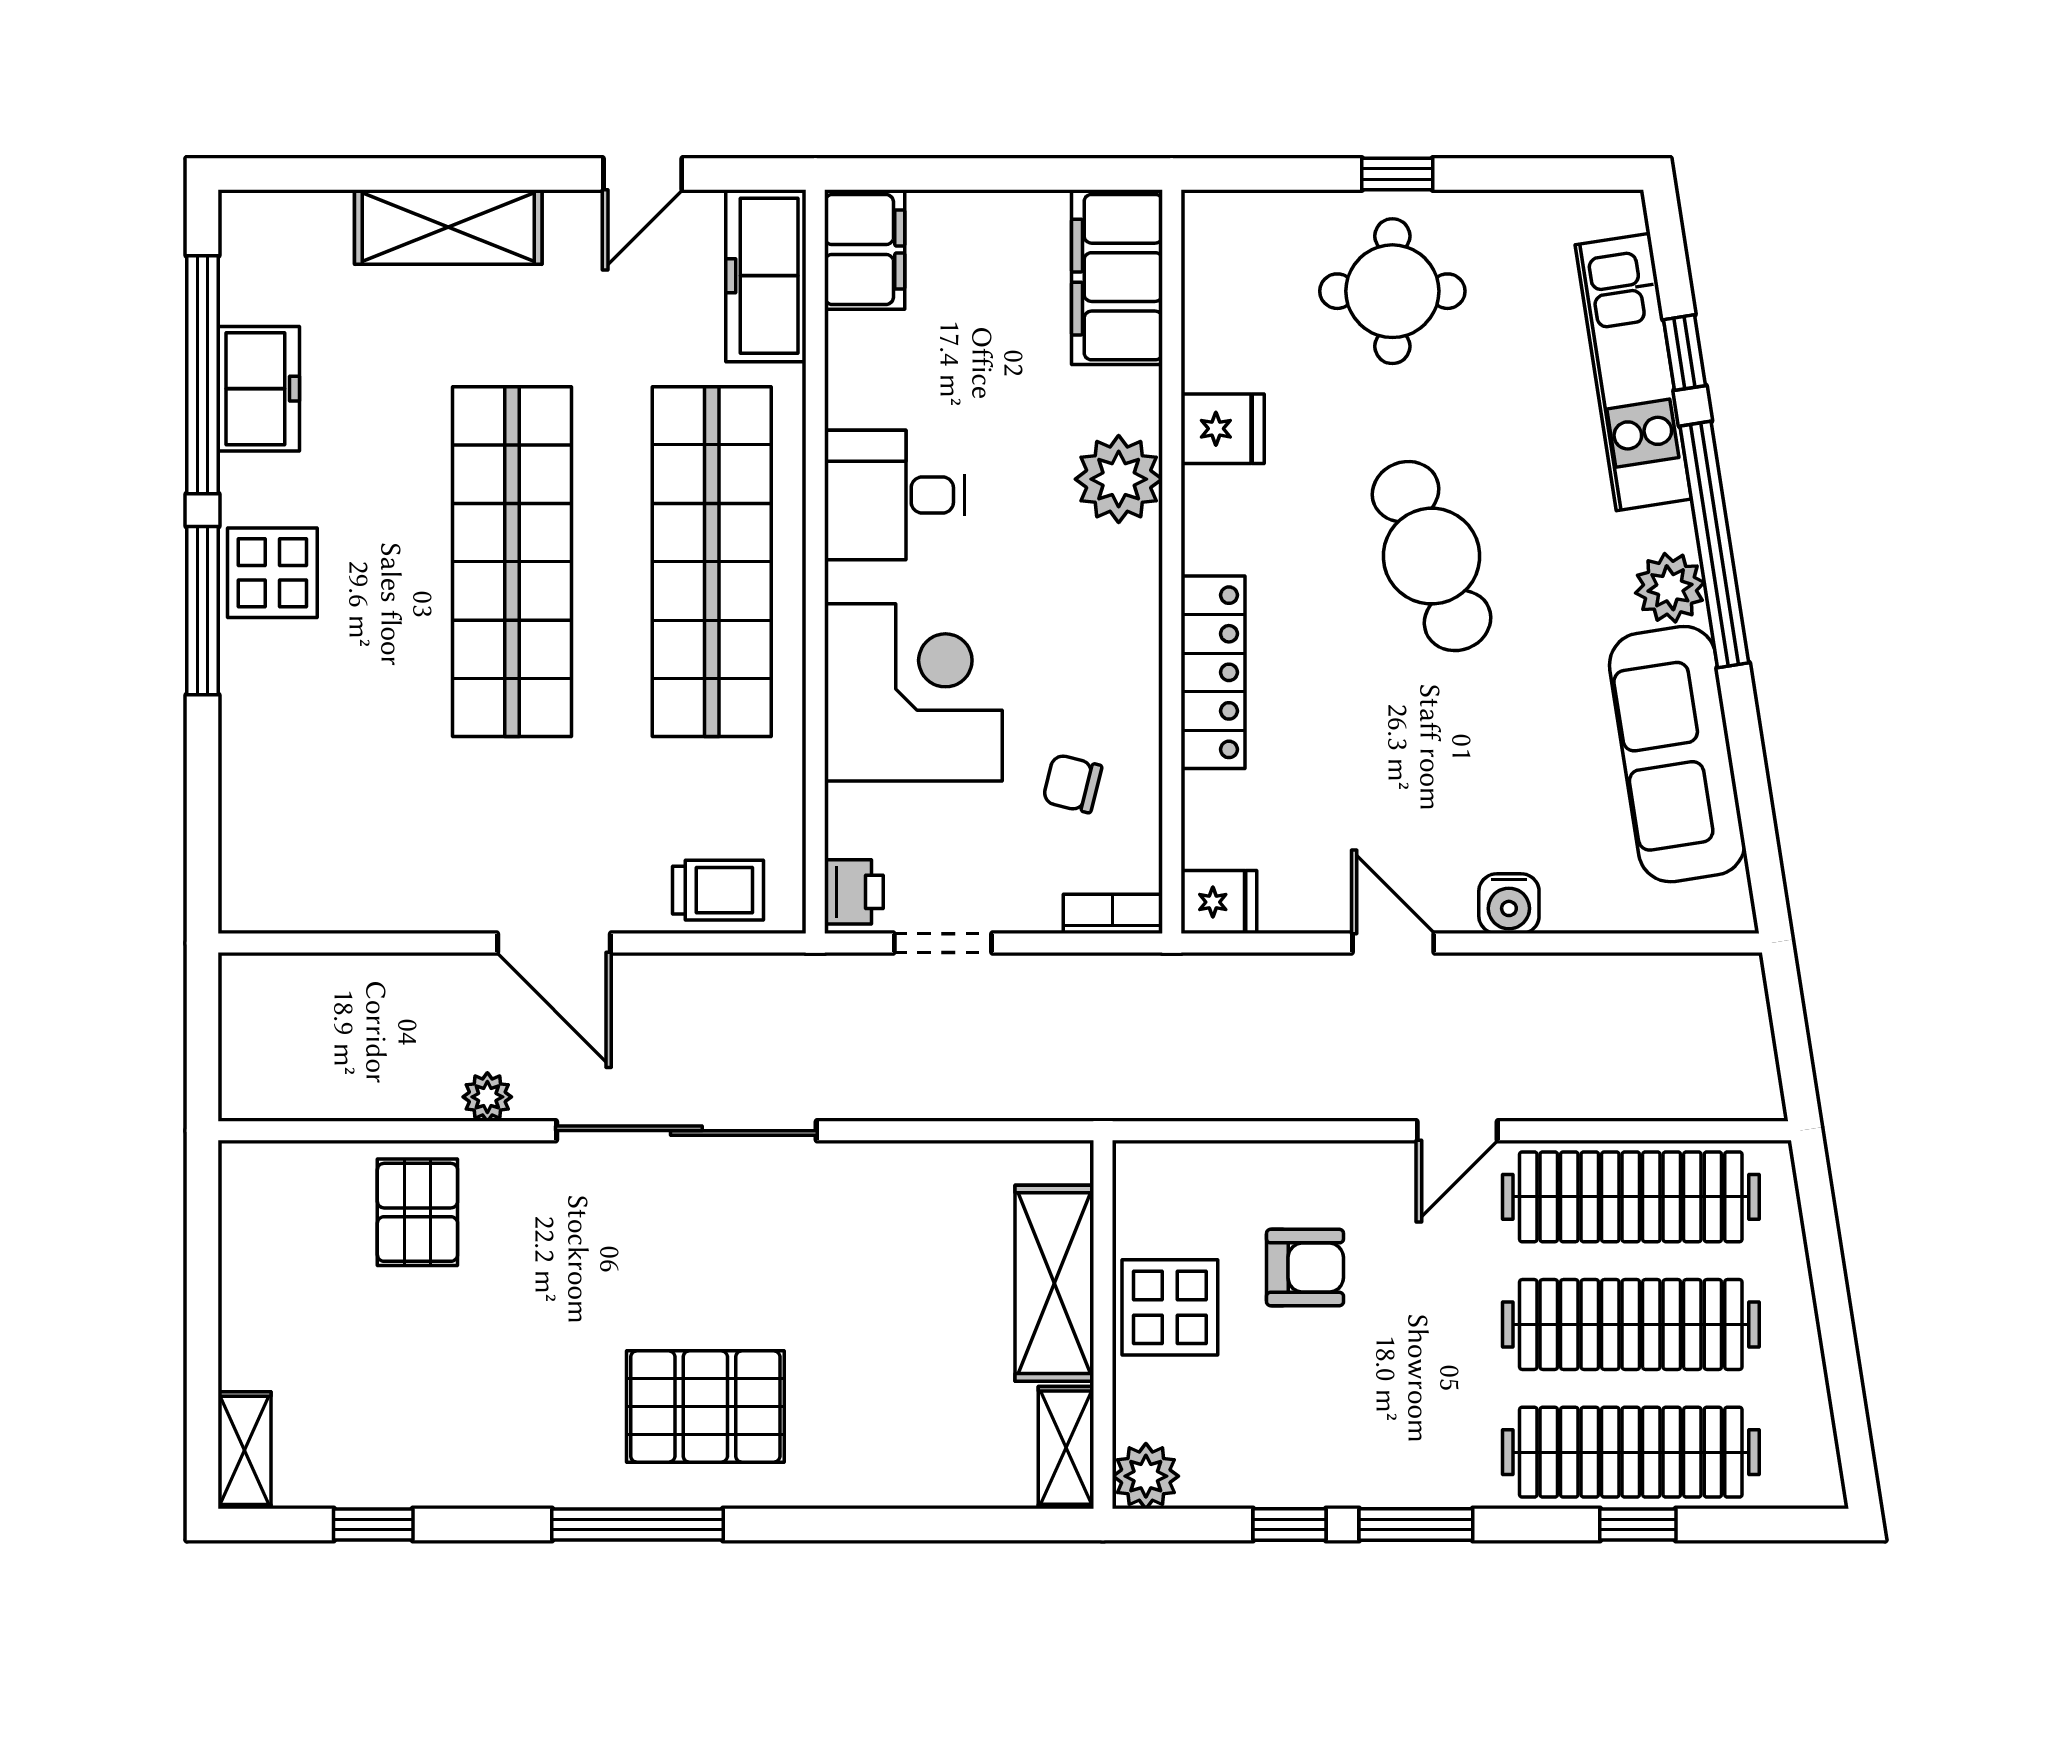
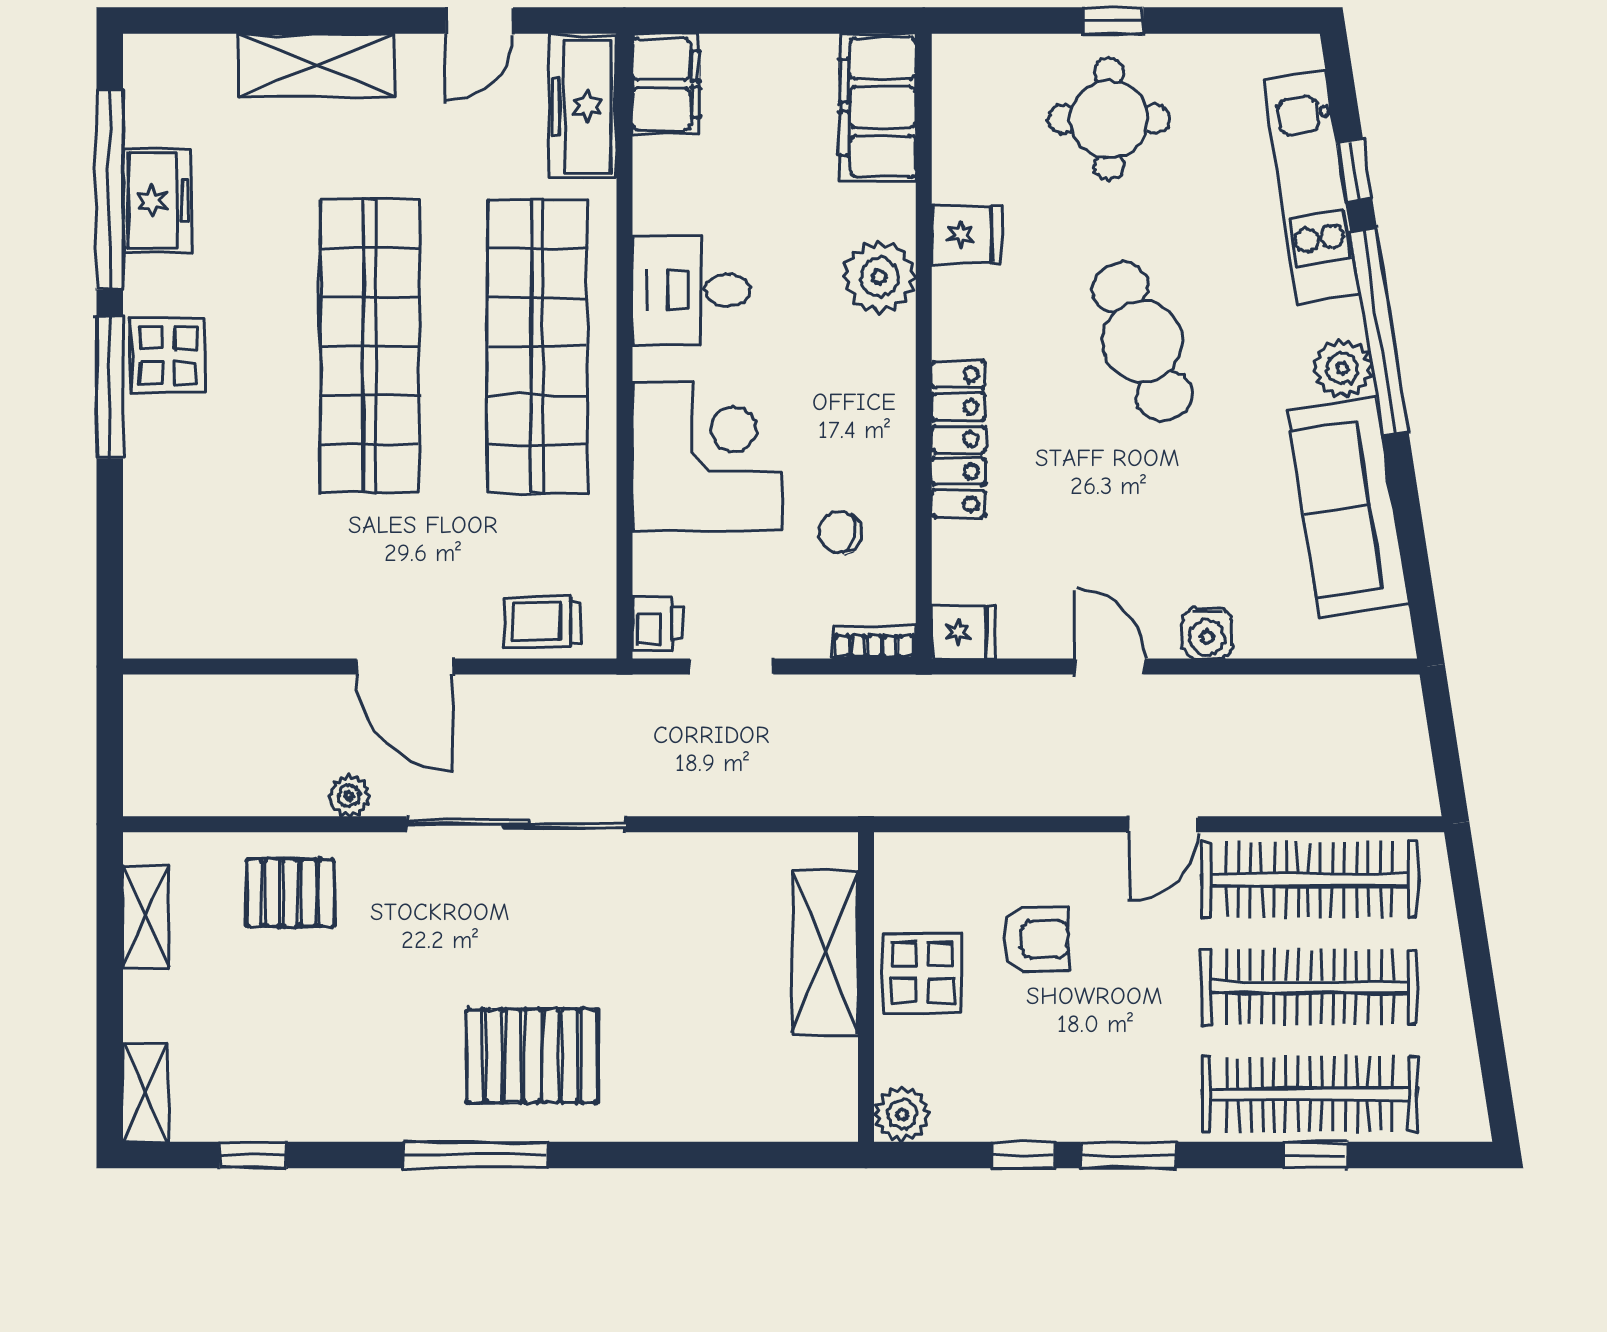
trolley: (718, 890) -> (543, 622), turned 180
pallet: (417, 1212) -> (290, 893), turned 90
shelving: (1066, 1448) -> (146, 917), moved

